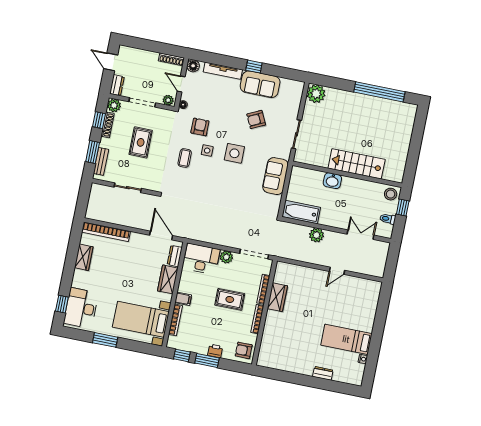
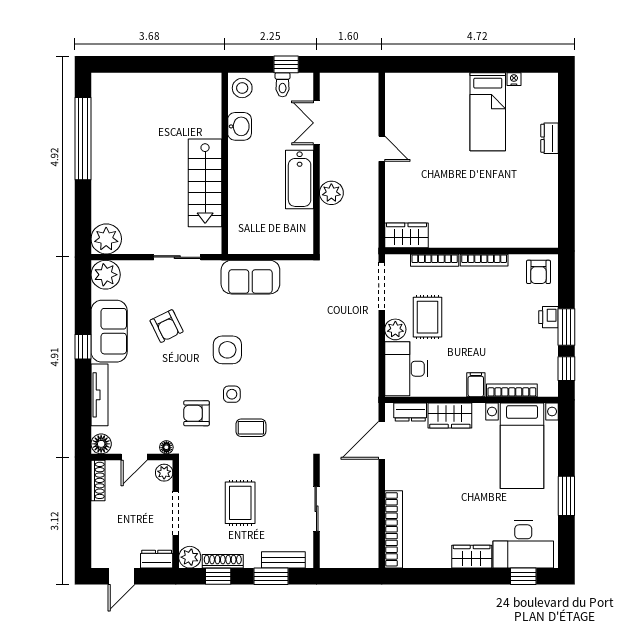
plant: (295, 89) -> (106, 275), added
rug: (141, 142) -> (240, 503), turned 90
stairs: (357, 164) -> (205, 183), moved
washbasin: (332, 181) -> (240, 126), moved
window: (403, 208) -> (286, 64), moved
bathtub: (301, 212) -> (300, 180), moved
wardrobe: (84, 257) -> (472, 557), moved
wardrobe: (277, 297) -> (406, 235), moved
rug: (230, 299) -> (428, 317), moved

